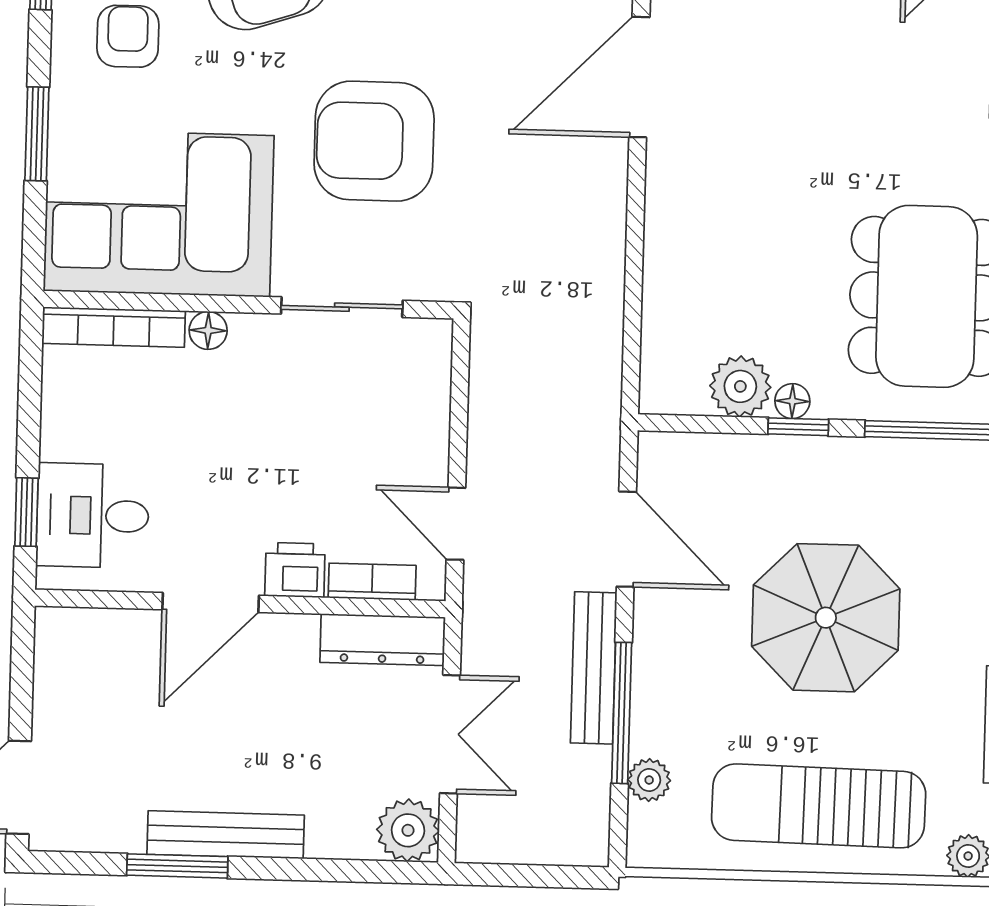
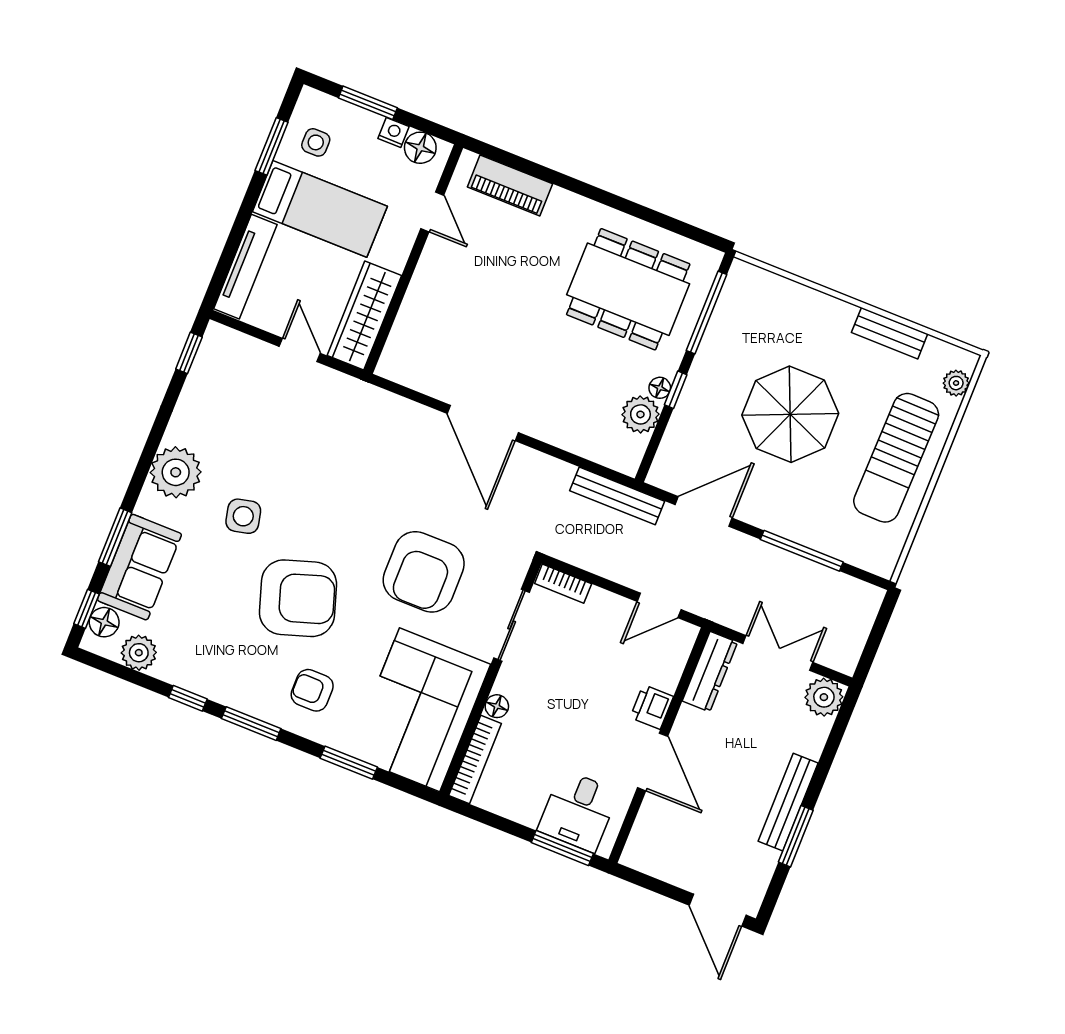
door: (639, 77) -> (483, 423), moved
window: (26, 512) -> (562, 848), width x1.50
bookcase: (372, 582) -> (563, 584), moved, turned -90
bench: (594, 668) -> (617, 496), moved
plant: (649, 780) -> (846, 549), removed

